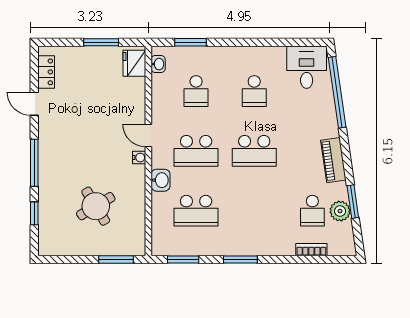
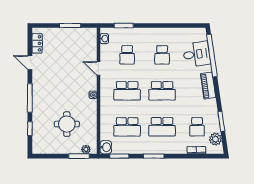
fridge: (134, 63) -> (90, 38), removed
desk: (307, 67) -> (197, 54), moved, turned 82
door: (148, 135) -> (98, 68), moved
piano: (333, 160) -> (208, 86), moved
washbasin: (161, 180) -> (106, 147), moved
round table: (96, 206) -> (67, 124), turned 31
school desk: (254, 211) -> (162, 127), added
plant: (340, 211) -> (215, 139), moved
plant: (128, 248) -> (86, 149), added

